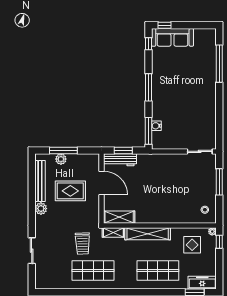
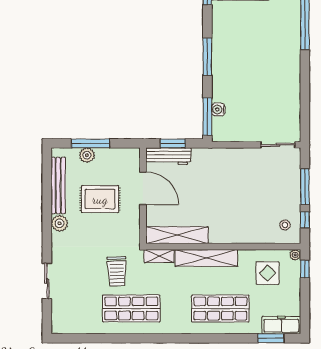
window: (219, 206) -> (305, 220), added
shelving: (119, 217) -> (177, 235), width x1.47

